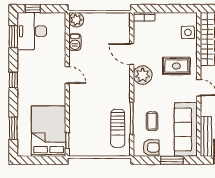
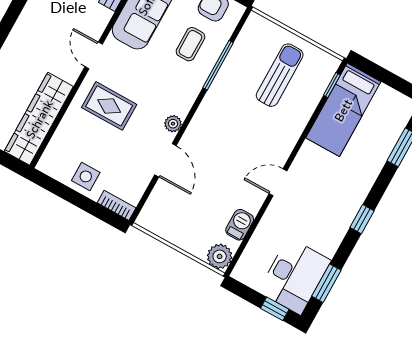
side table: (188, 32) -> (86, 176), moved
door: (67, 75) -> (278, 182), hinge flipped
plant: (143, 75) -> (173, 124), width x0.53, depth x0.53
sun lounger: (118, 128) -> (280, 75), moved
bed: (49, 131) -> (343, 110), width x0.67

